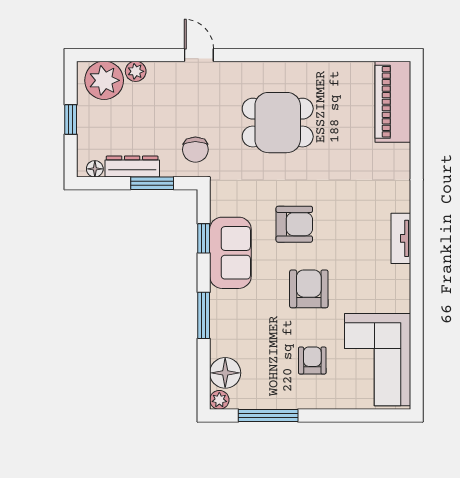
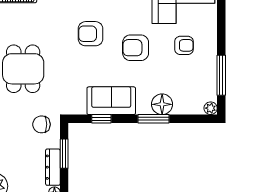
chair: (195, 150) -> (41, 124), turned 180
armchair: (294, 224) -> (91, 34), moved, turned -90
armchair: (312, 361) -> (184, 45), turned 180
floor lamp: (225, 373) -> (162, 104), moved

